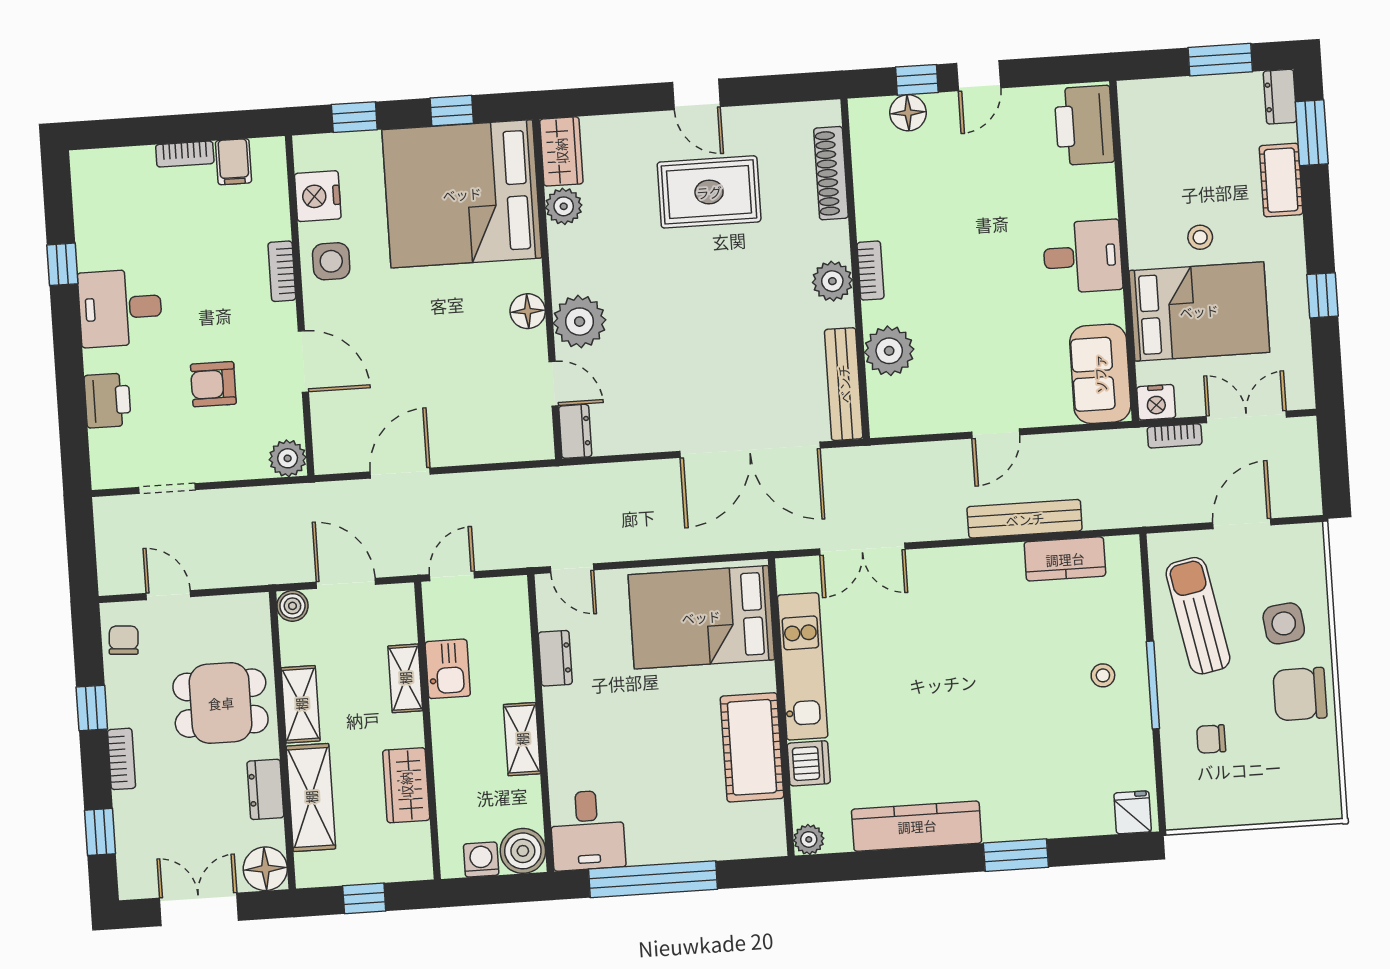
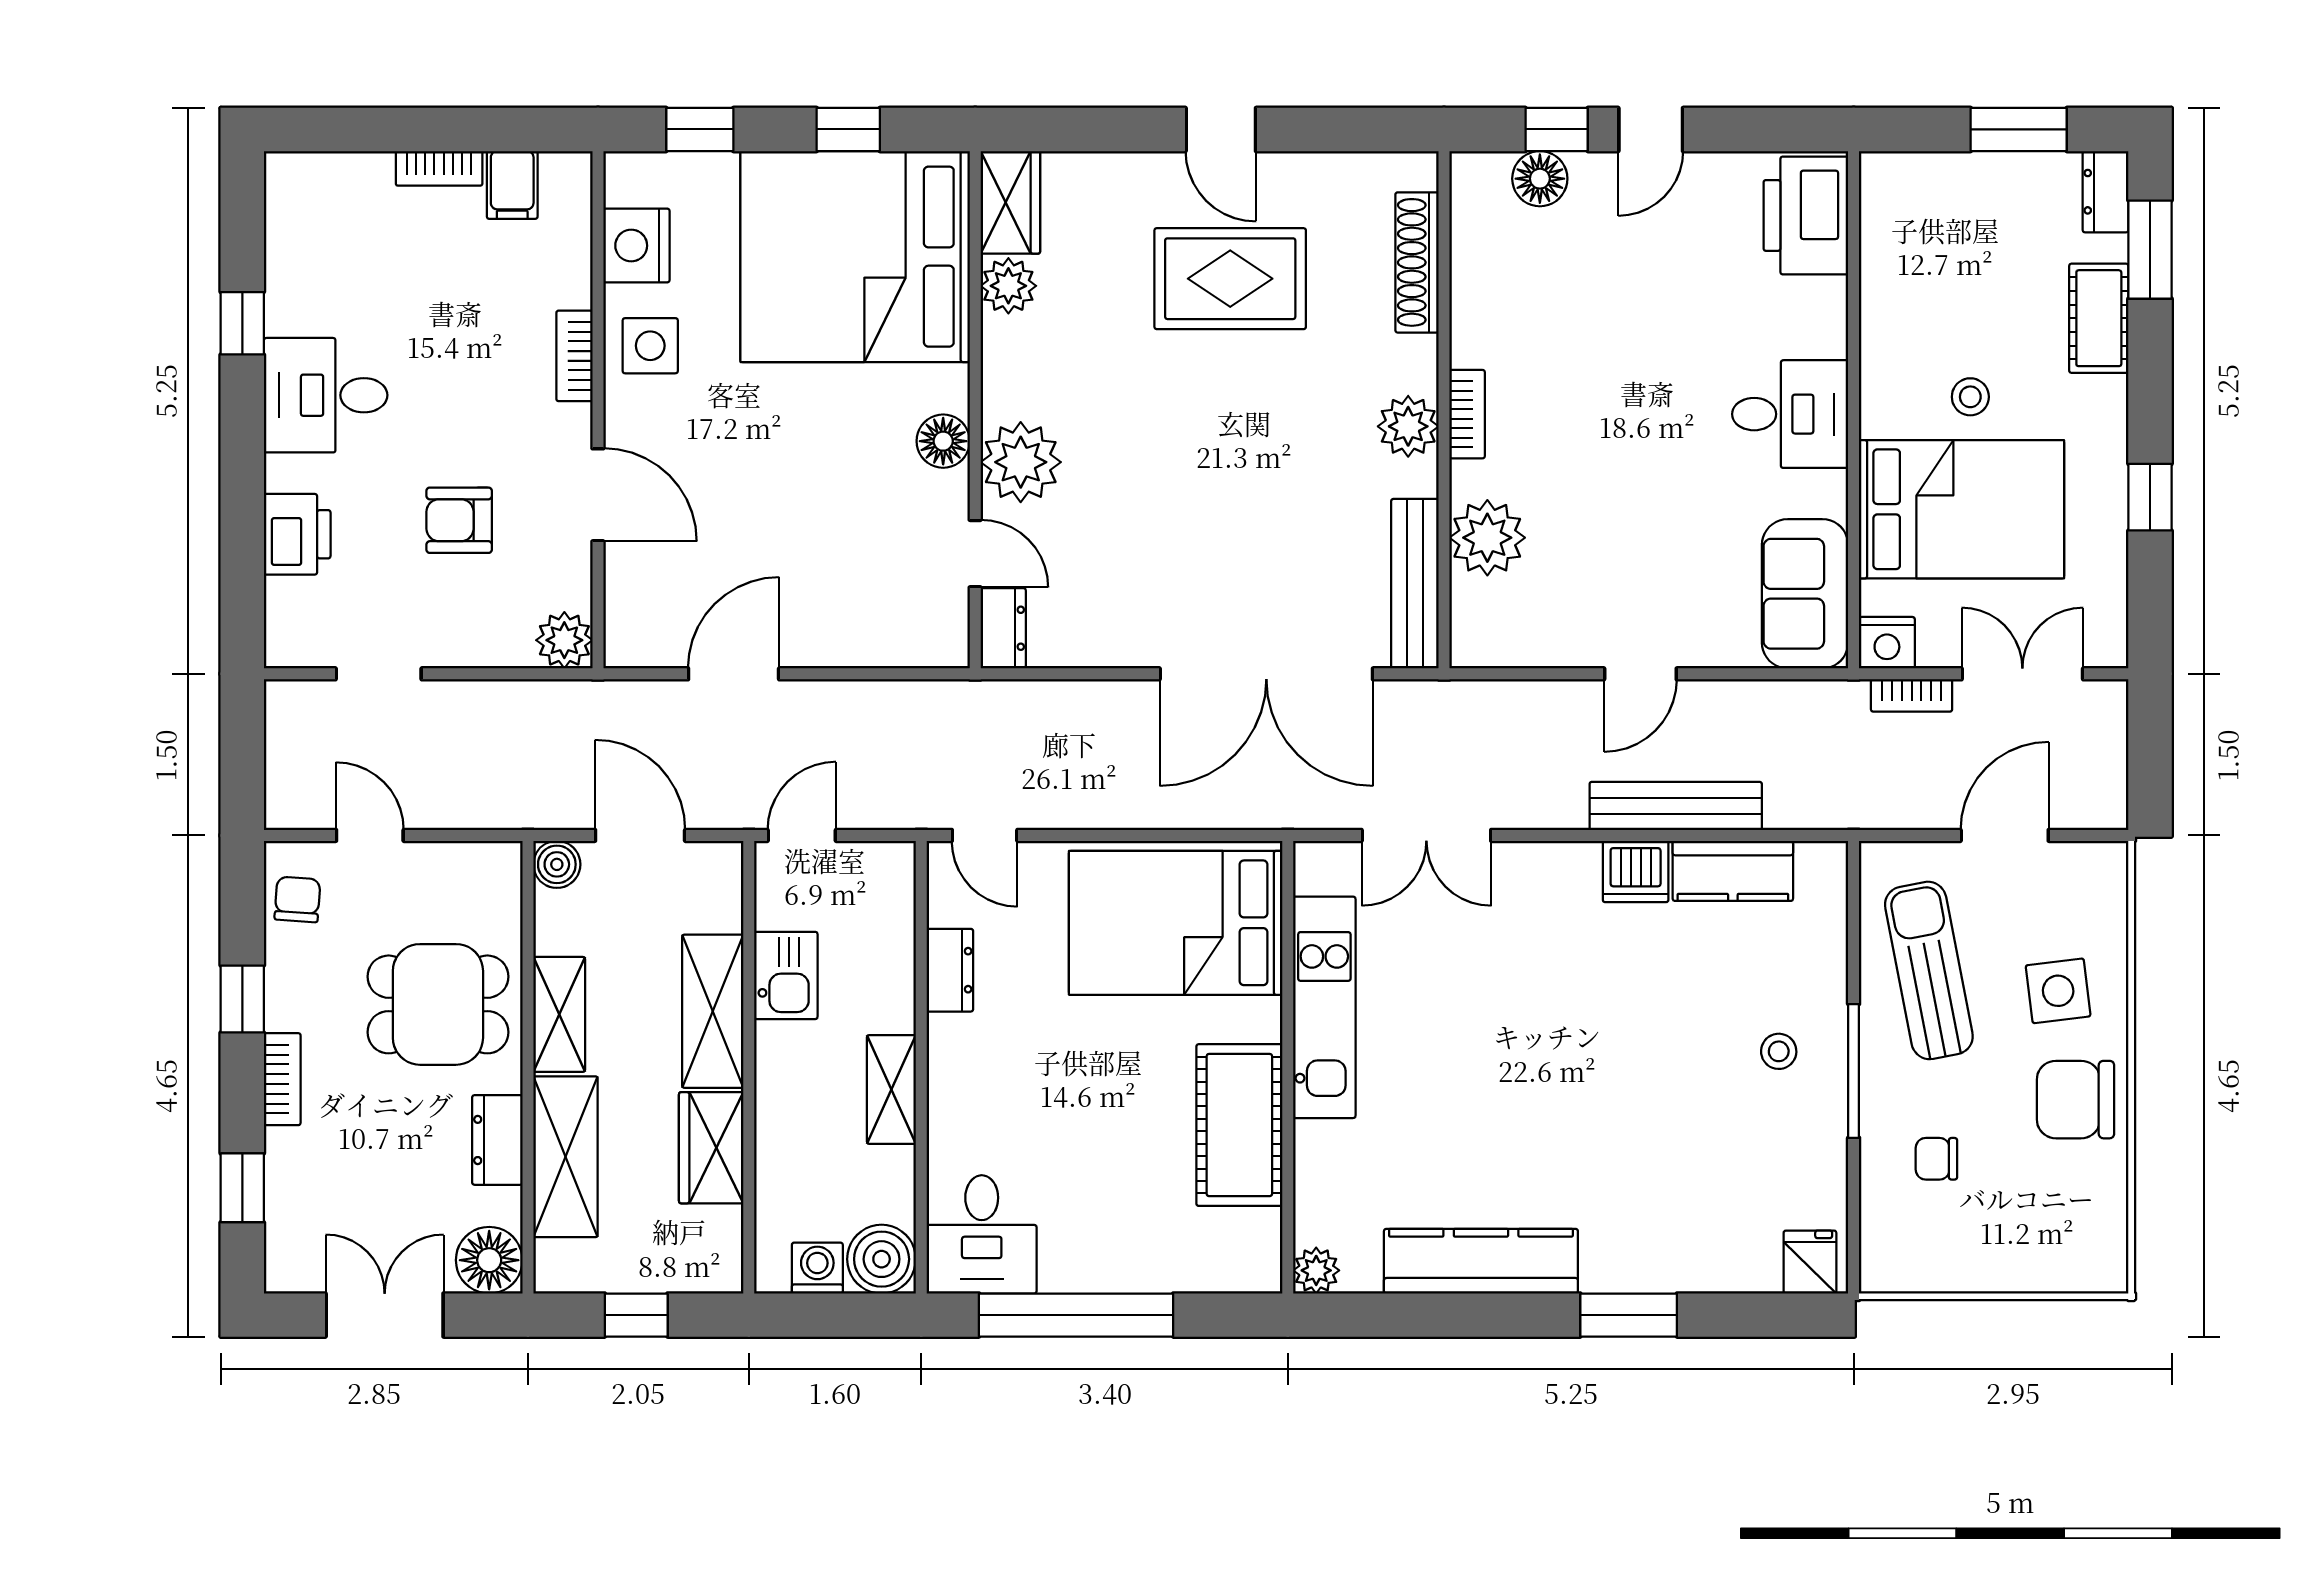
shelving: (405, 678) -> (713, 1011), width x1.50, depth x1.33
dishwasher: (809, 763) -> (1636, 872), moved, turned 90

